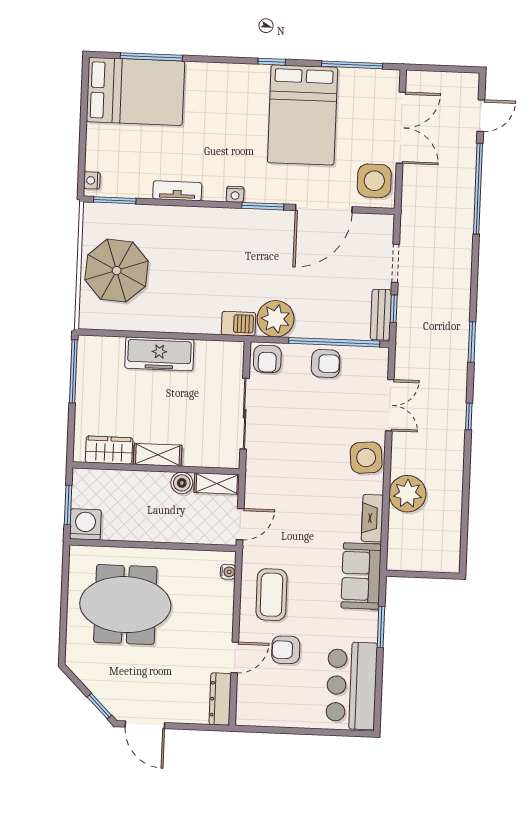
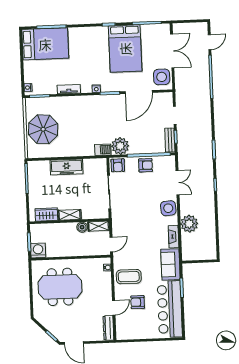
coffee table: (271, 595) -> (129, 277), turned 90
bar counter: (352, 686) -> (170, 309), width x1.36

